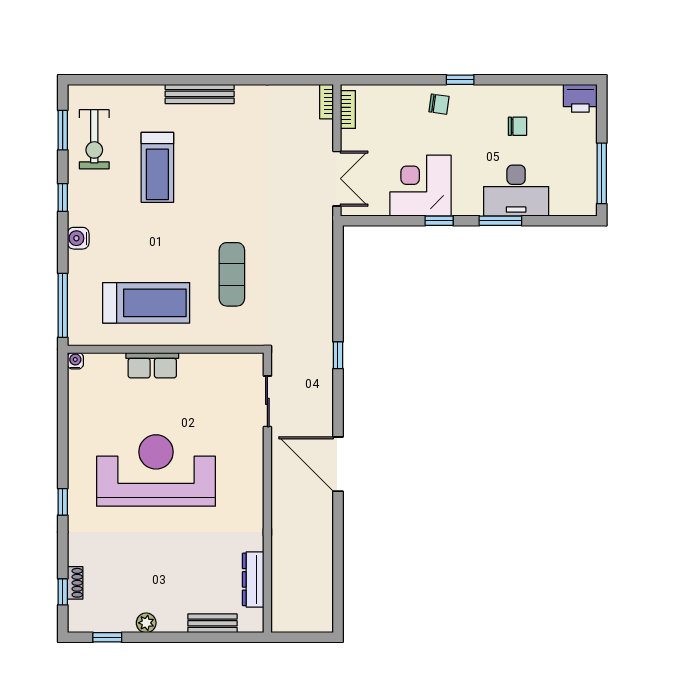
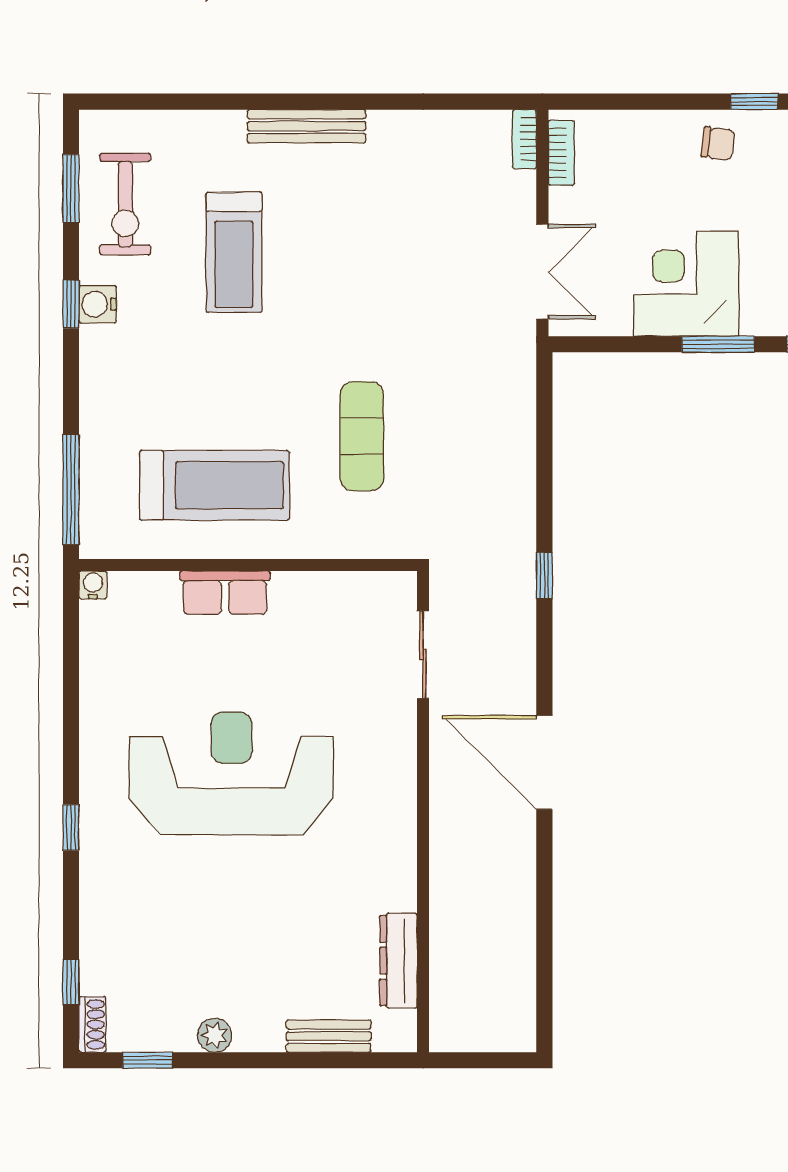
window: (439, 221) -> (718, 344), width x1.50
water cooler: (78, 238) -> (98, 304), moved
shoe rack: (75, 583) -> (92, 1024), moved

